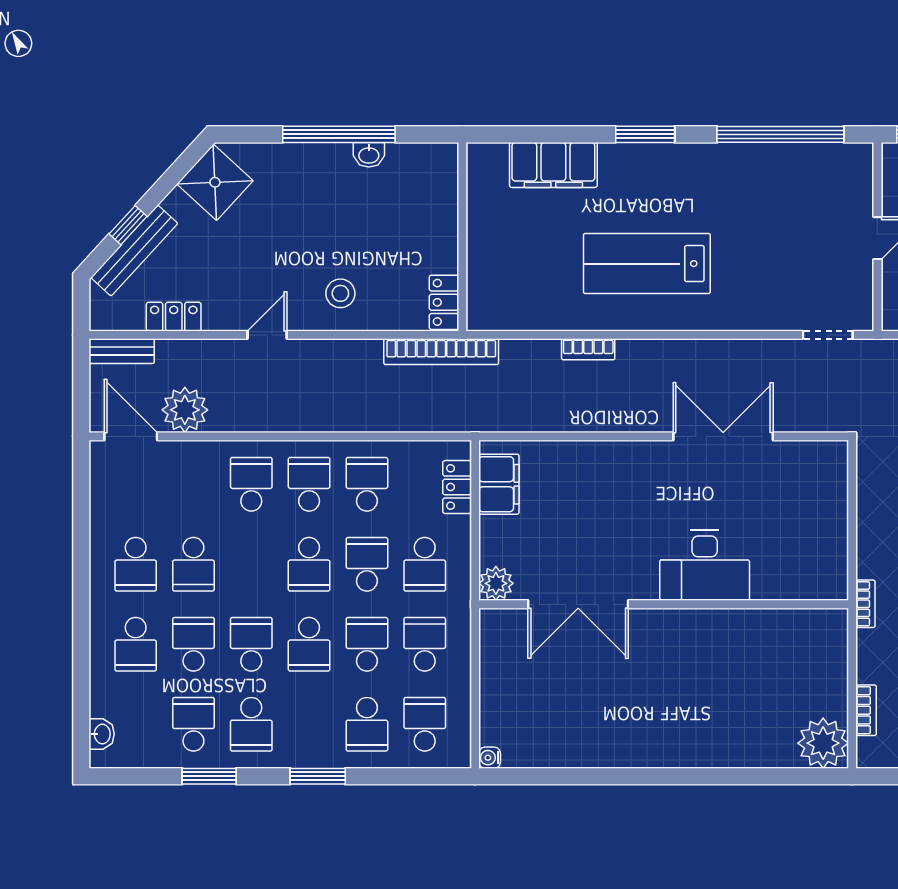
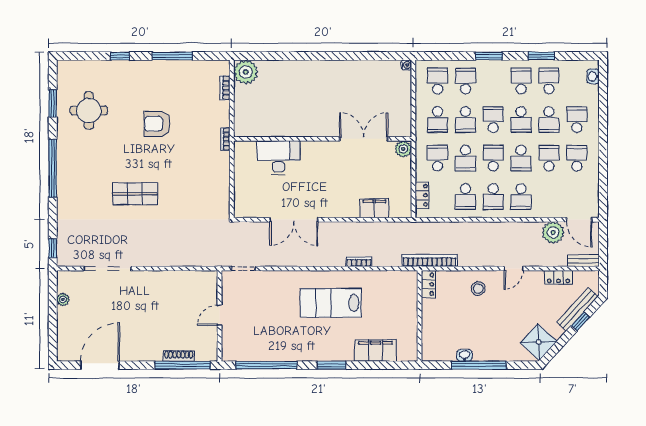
lab bench: (647, 264) -> (331, 303), turned 180
filing cabinet: (499, 484) -> (374, 208), moved, turned 90
school desk: (251, 564) -> (521, 158), added
desk: (705, 565) -> (278, 158), moved
school desk: (193, 724) -> (549, 81), turned 180
school desk: (425, 724) -> (438, 81), turned 180

